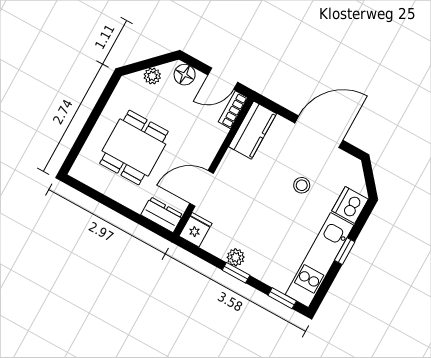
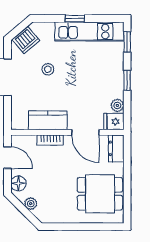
bookcase: (233, 110) -> (50, 140), moved
kitchen counter: (252, 130) -> (48, 120), moved
dining table: (134, 147) -> (100, 194), moved
dishwasher: (350, 205) -> (26, 40), moved, turned -40
plant: (236, 257) -> (117, 105), moved

